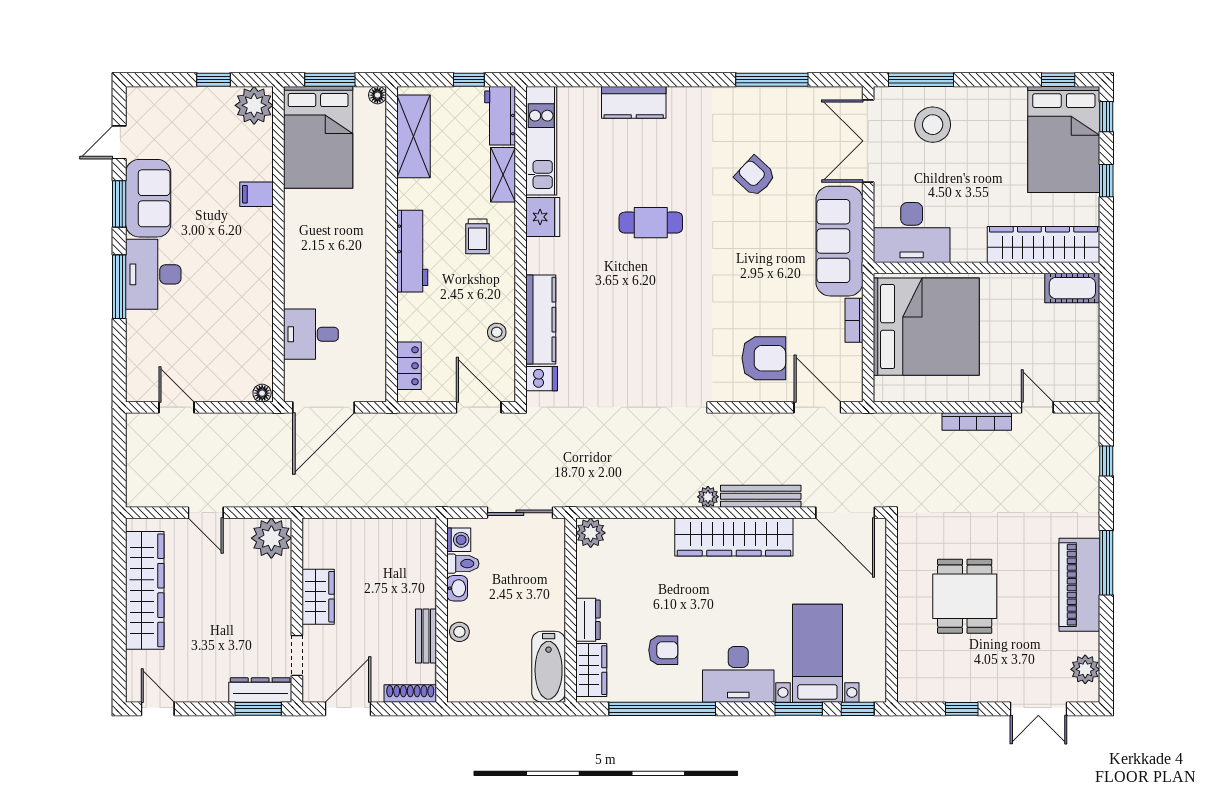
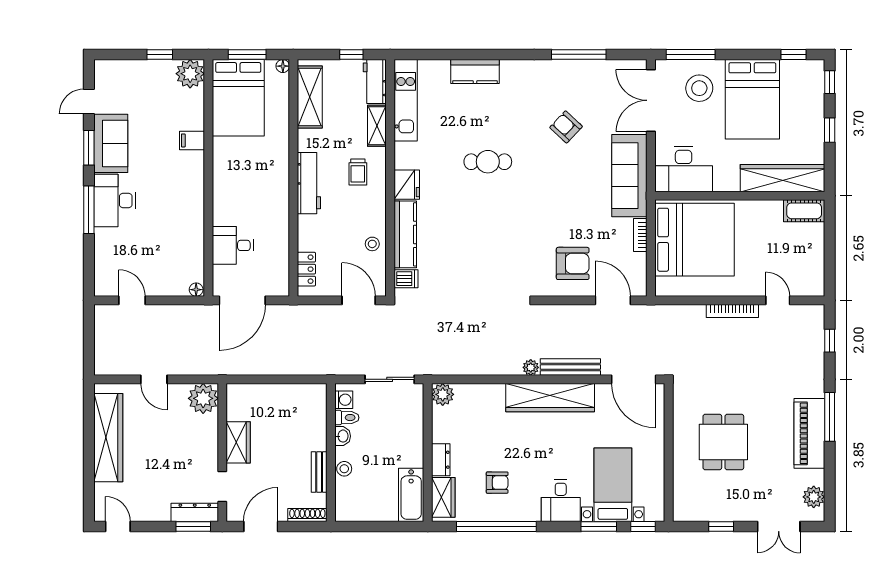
bed: (1064, 139) -> (752, 99), moved
fridge: (543, 217) -> (407, 185), moved
desk: (738, 674) -> (561, 501), width x0.73

